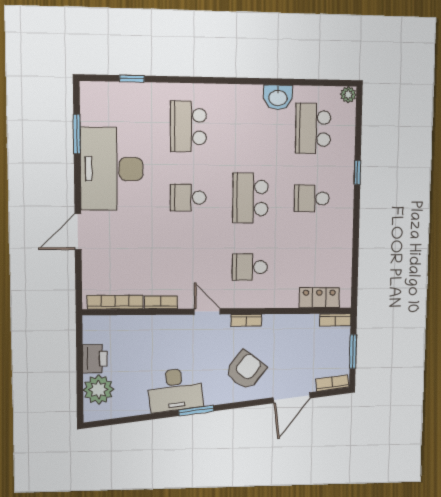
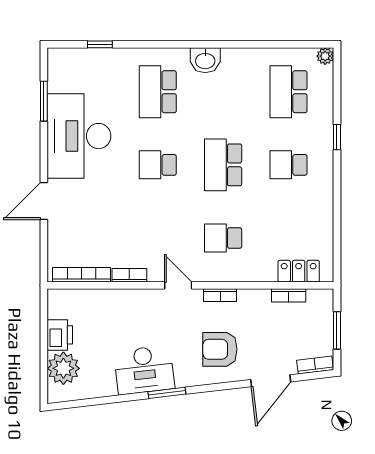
washbasin: (278, 97) -> (205, 60), moved
bookcase: (335, 320) -> (289, 295), moved
armchair: (246, 370) -> (220, 349), turned -128

